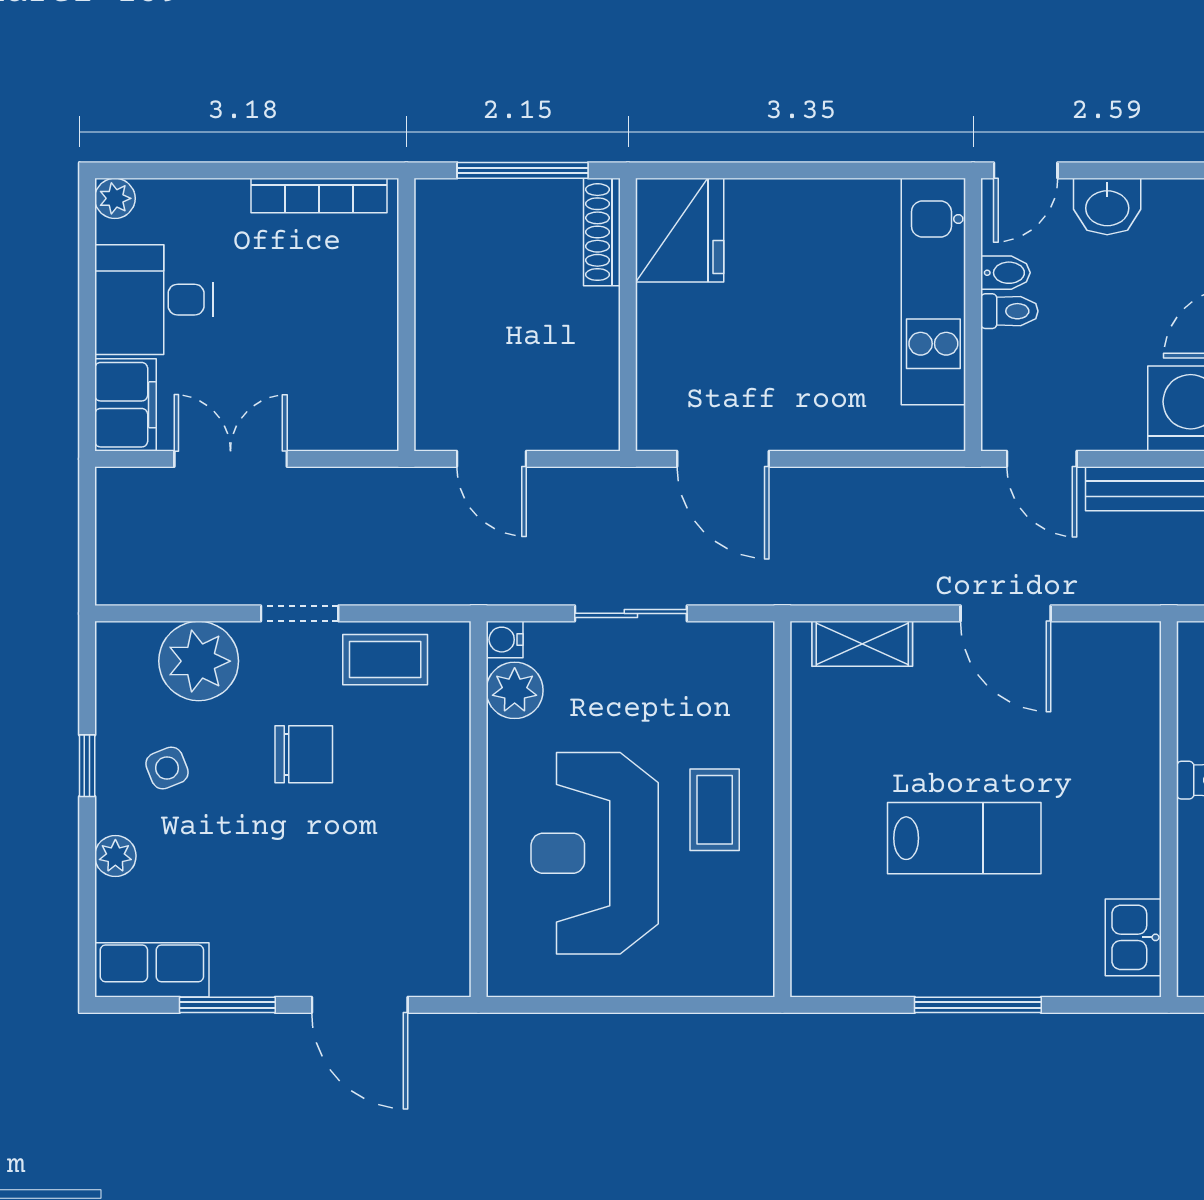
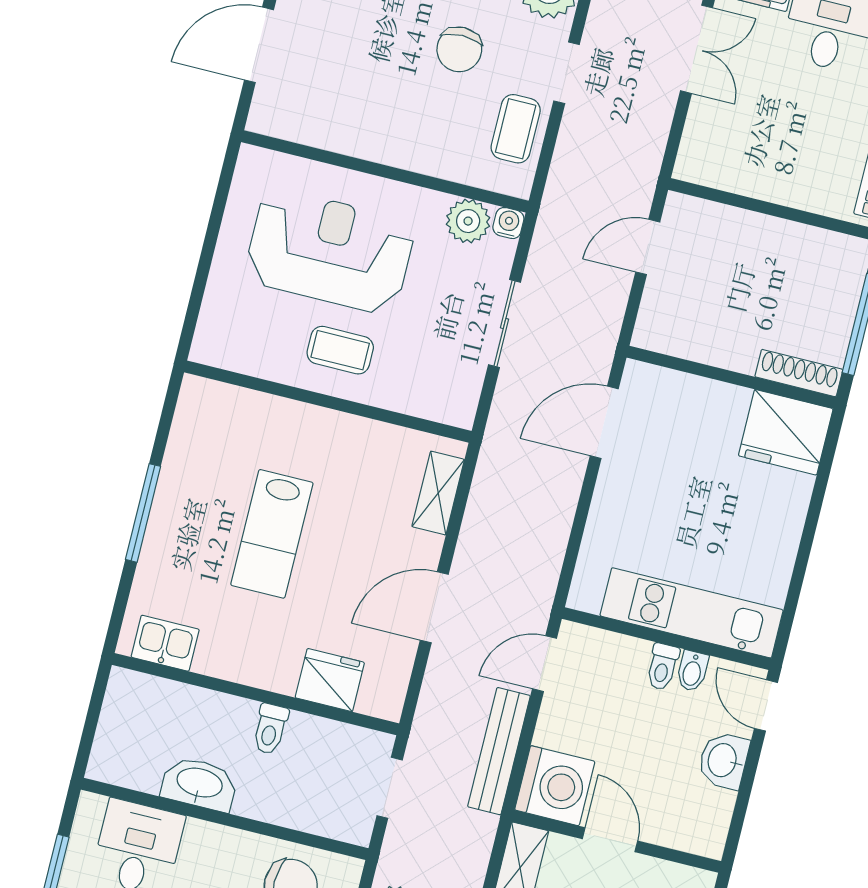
fridge: (1128, 721) -> (330, 680), added

